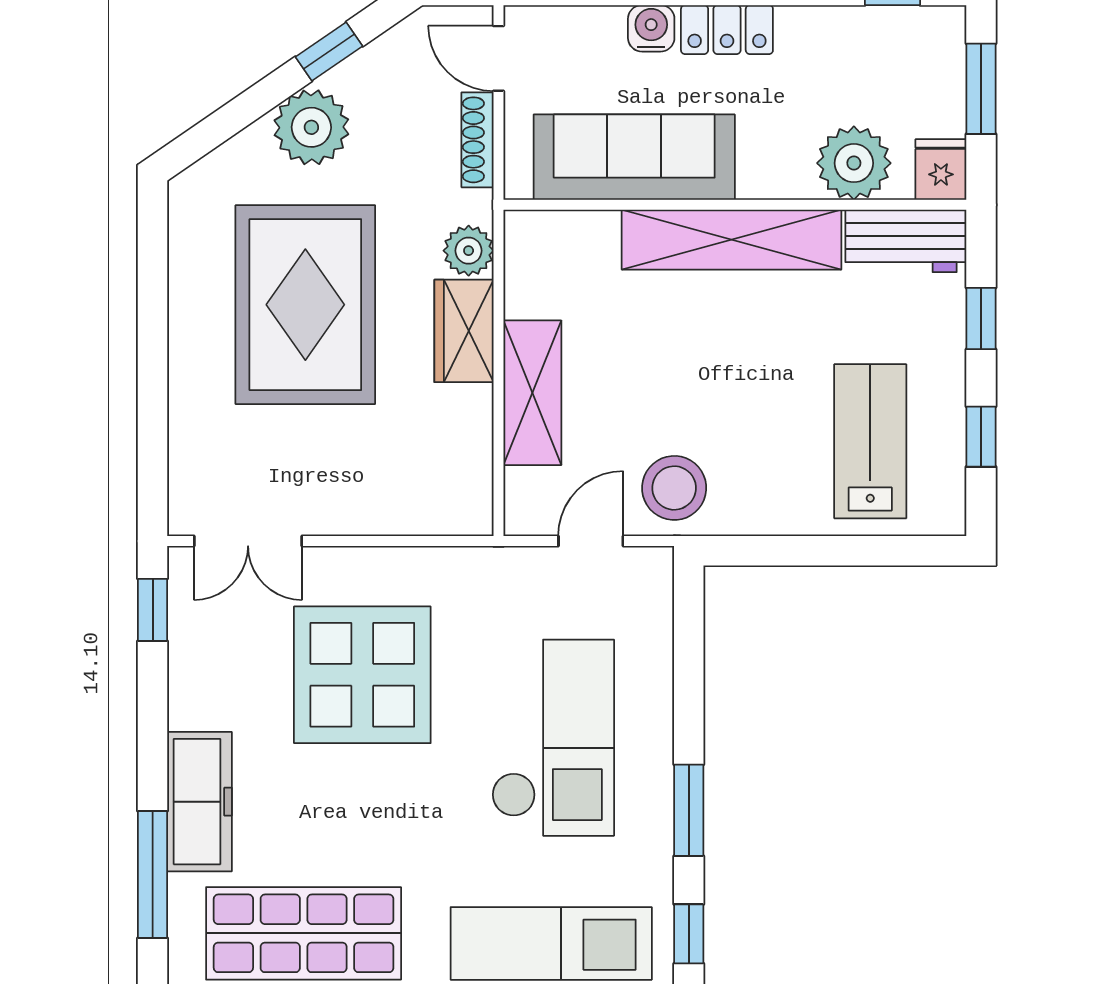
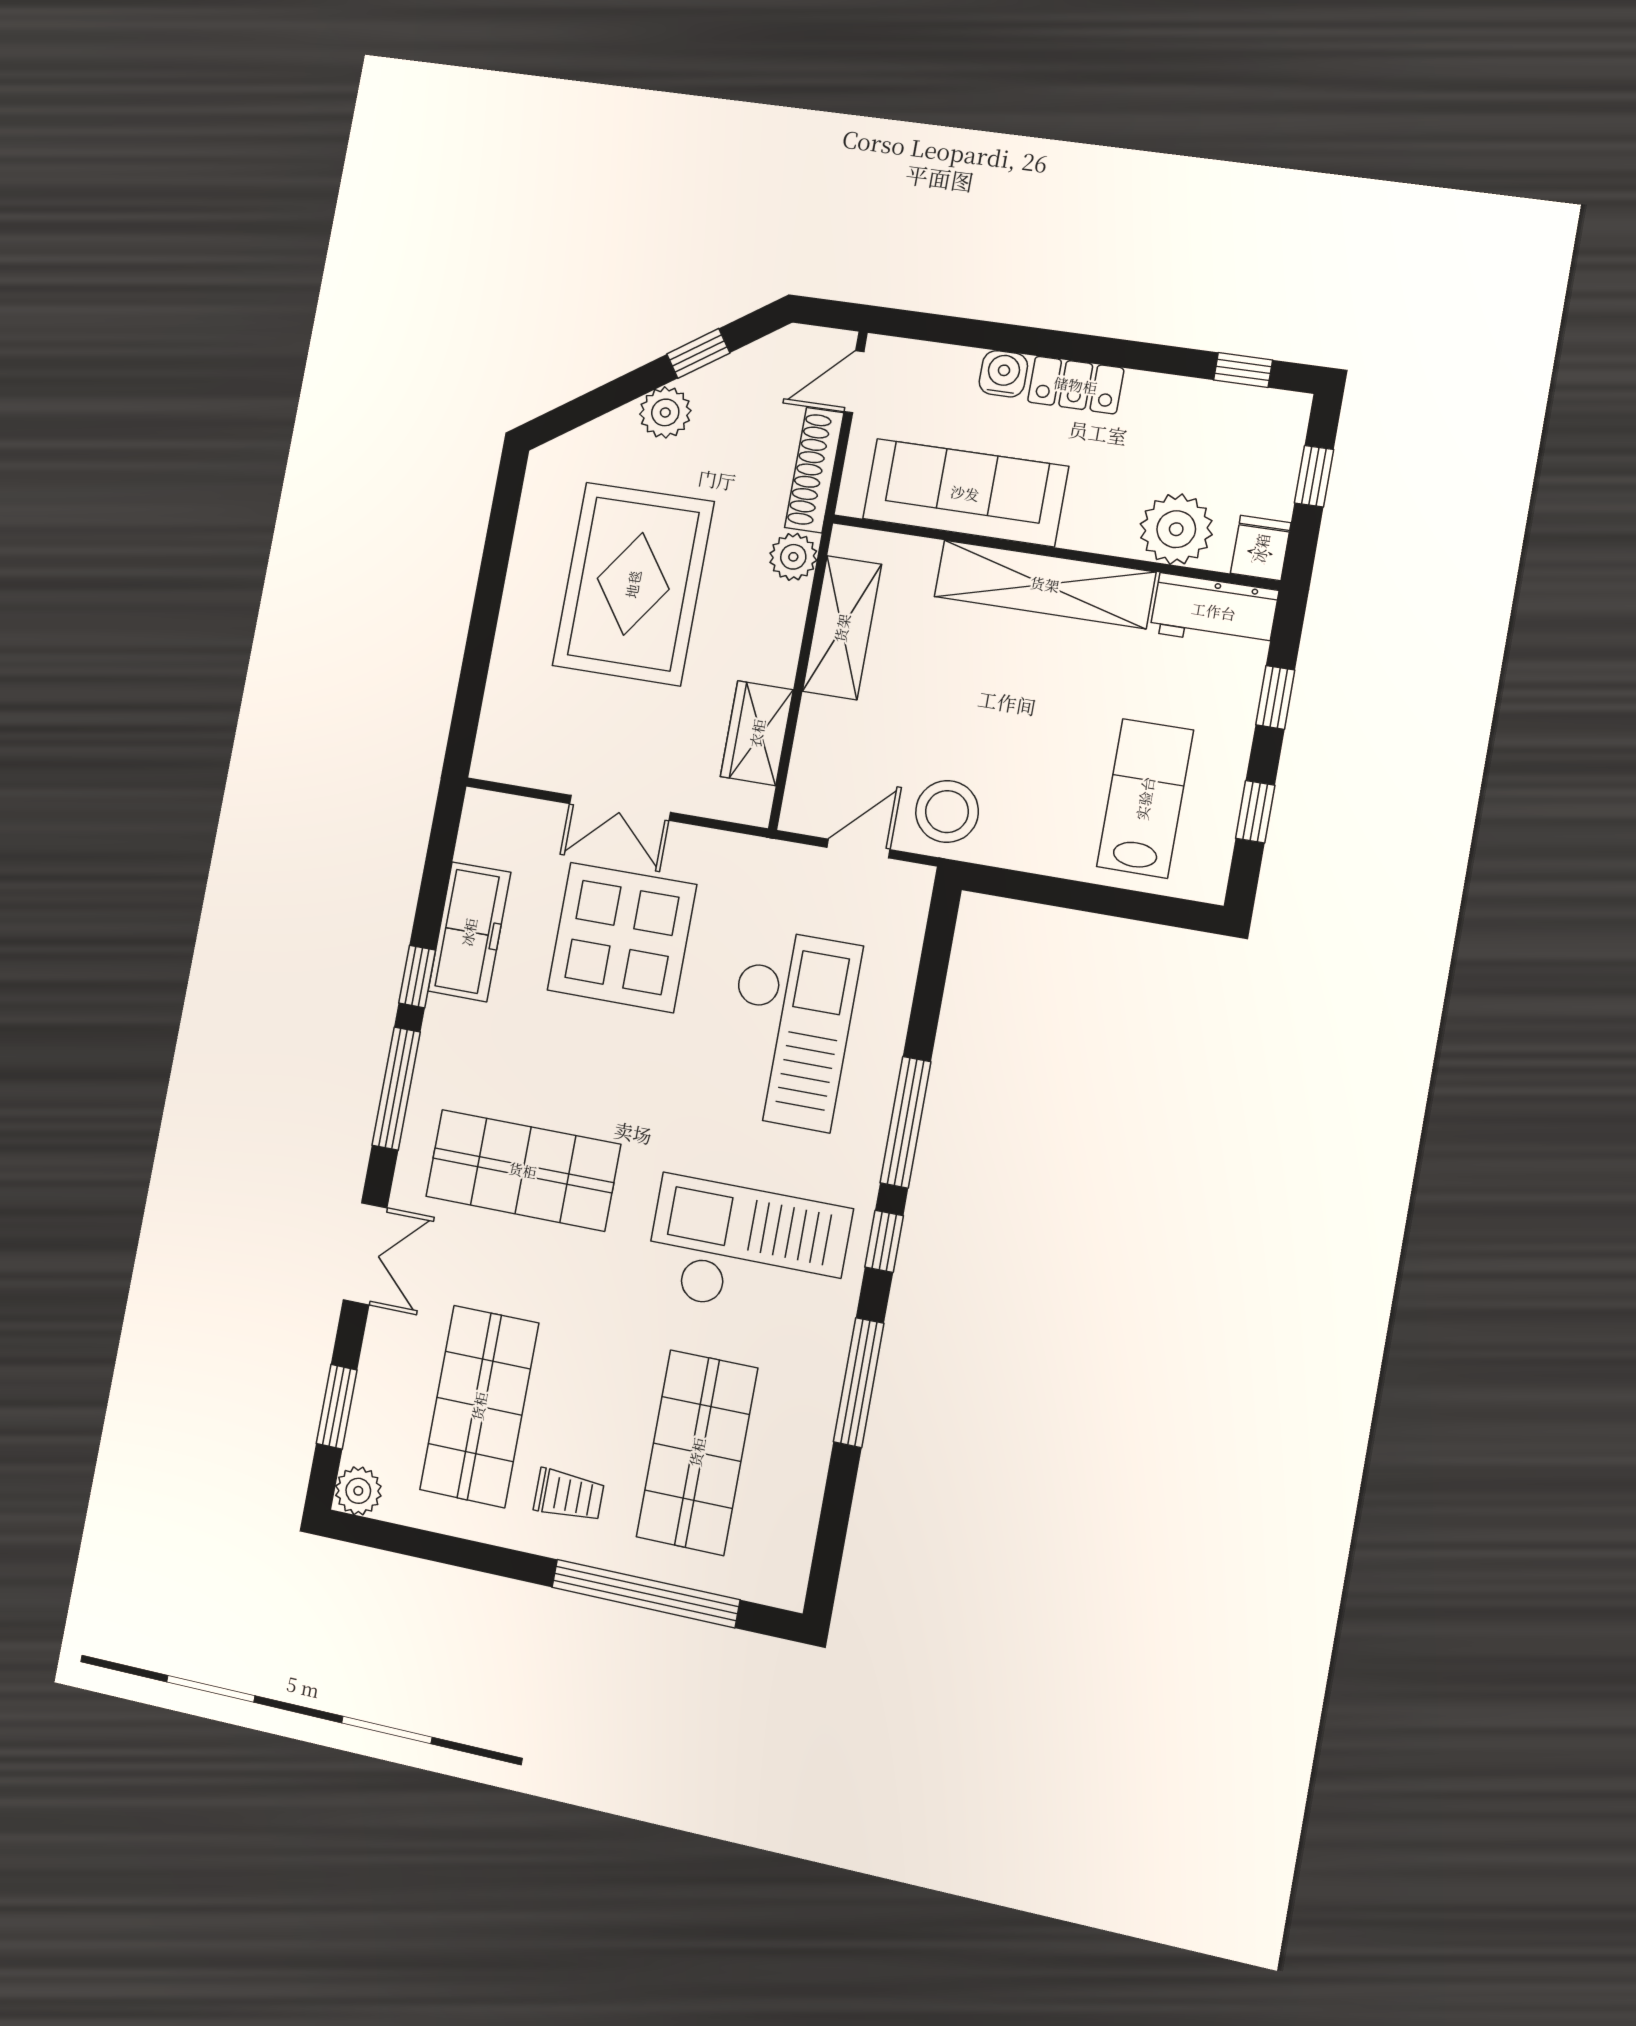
door: (499, 58) -> (854, 382), hinge flipped
window: (981, 89) -> (1314, 476), width x0.67
plant: (311, 127) -> (665, 412), width x0.73, depth x0.73
shoe rack: (478, 140) -> (814, 470), width x1.36, depth x1.24
wardrobe: (464, 331) -> (757, 733), moved
shelving: (532, 393) -> (842, 628), moved
double door: (248, 541) -> (620, 808), moved
window: (153, 610) -> (417, 977), moved
freezer: (200, 802) -> (469, 932), moved
window: (689, 810) -> (906, 1122), width x1.44

